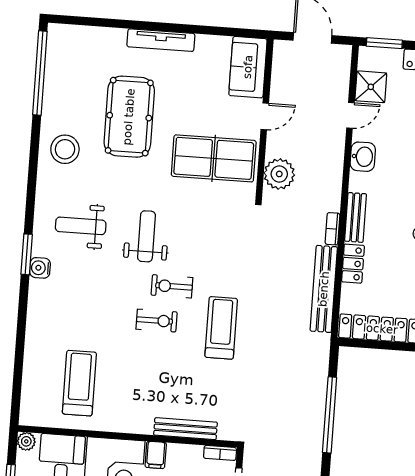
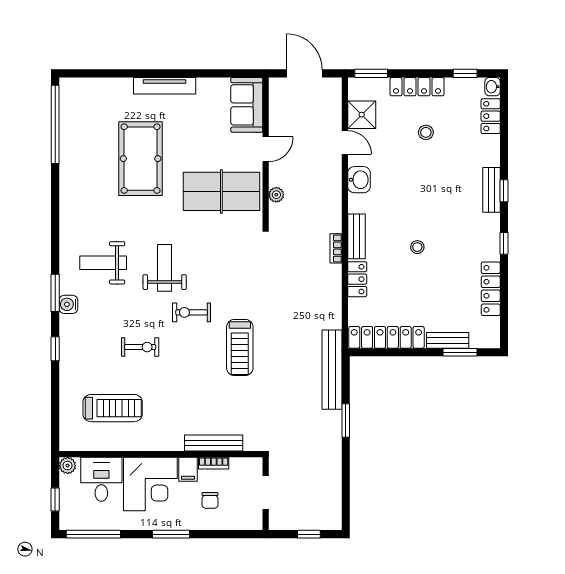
door: (350, 115) -> (345, 142), hinge flipped
stool: (65, 149) -> (83, 193), removed
plant: (279, 174) -> (276, 195), width x0.53, depth x0.53
bench: (324, 289) -> (332, 370), moved
window: (22, 315) -> (55, 349), added
exercise bike: (156, 321) -> (140, 347), moved
treadmill: (221, 328) -> (240, 347), turned 180
treadmill: (79, 383) -> (113, 408), turned 90
window: (330, 415) -> (346, 420), width x0.47
bookcase: (220, 453) -> (214, 463), moved

